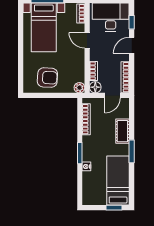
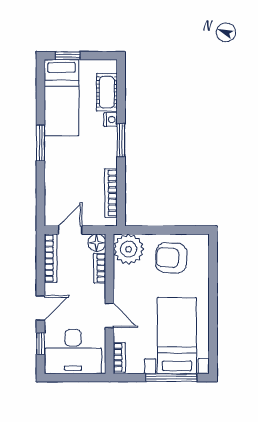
plant: (79, 88) -> (129, 249), width x1.88, depth x1.88
cot: (122, 131) -> (107, 92), moved

